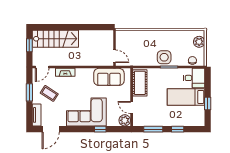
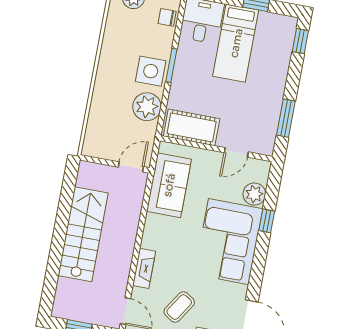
stairs: (55, 39) -> (83, 234), moved
plant: (146, 59) -> (147, 107), added
plant: (125, 120) -> (254, 194), moved
window: (178, 129) -> (300, 41), moved

